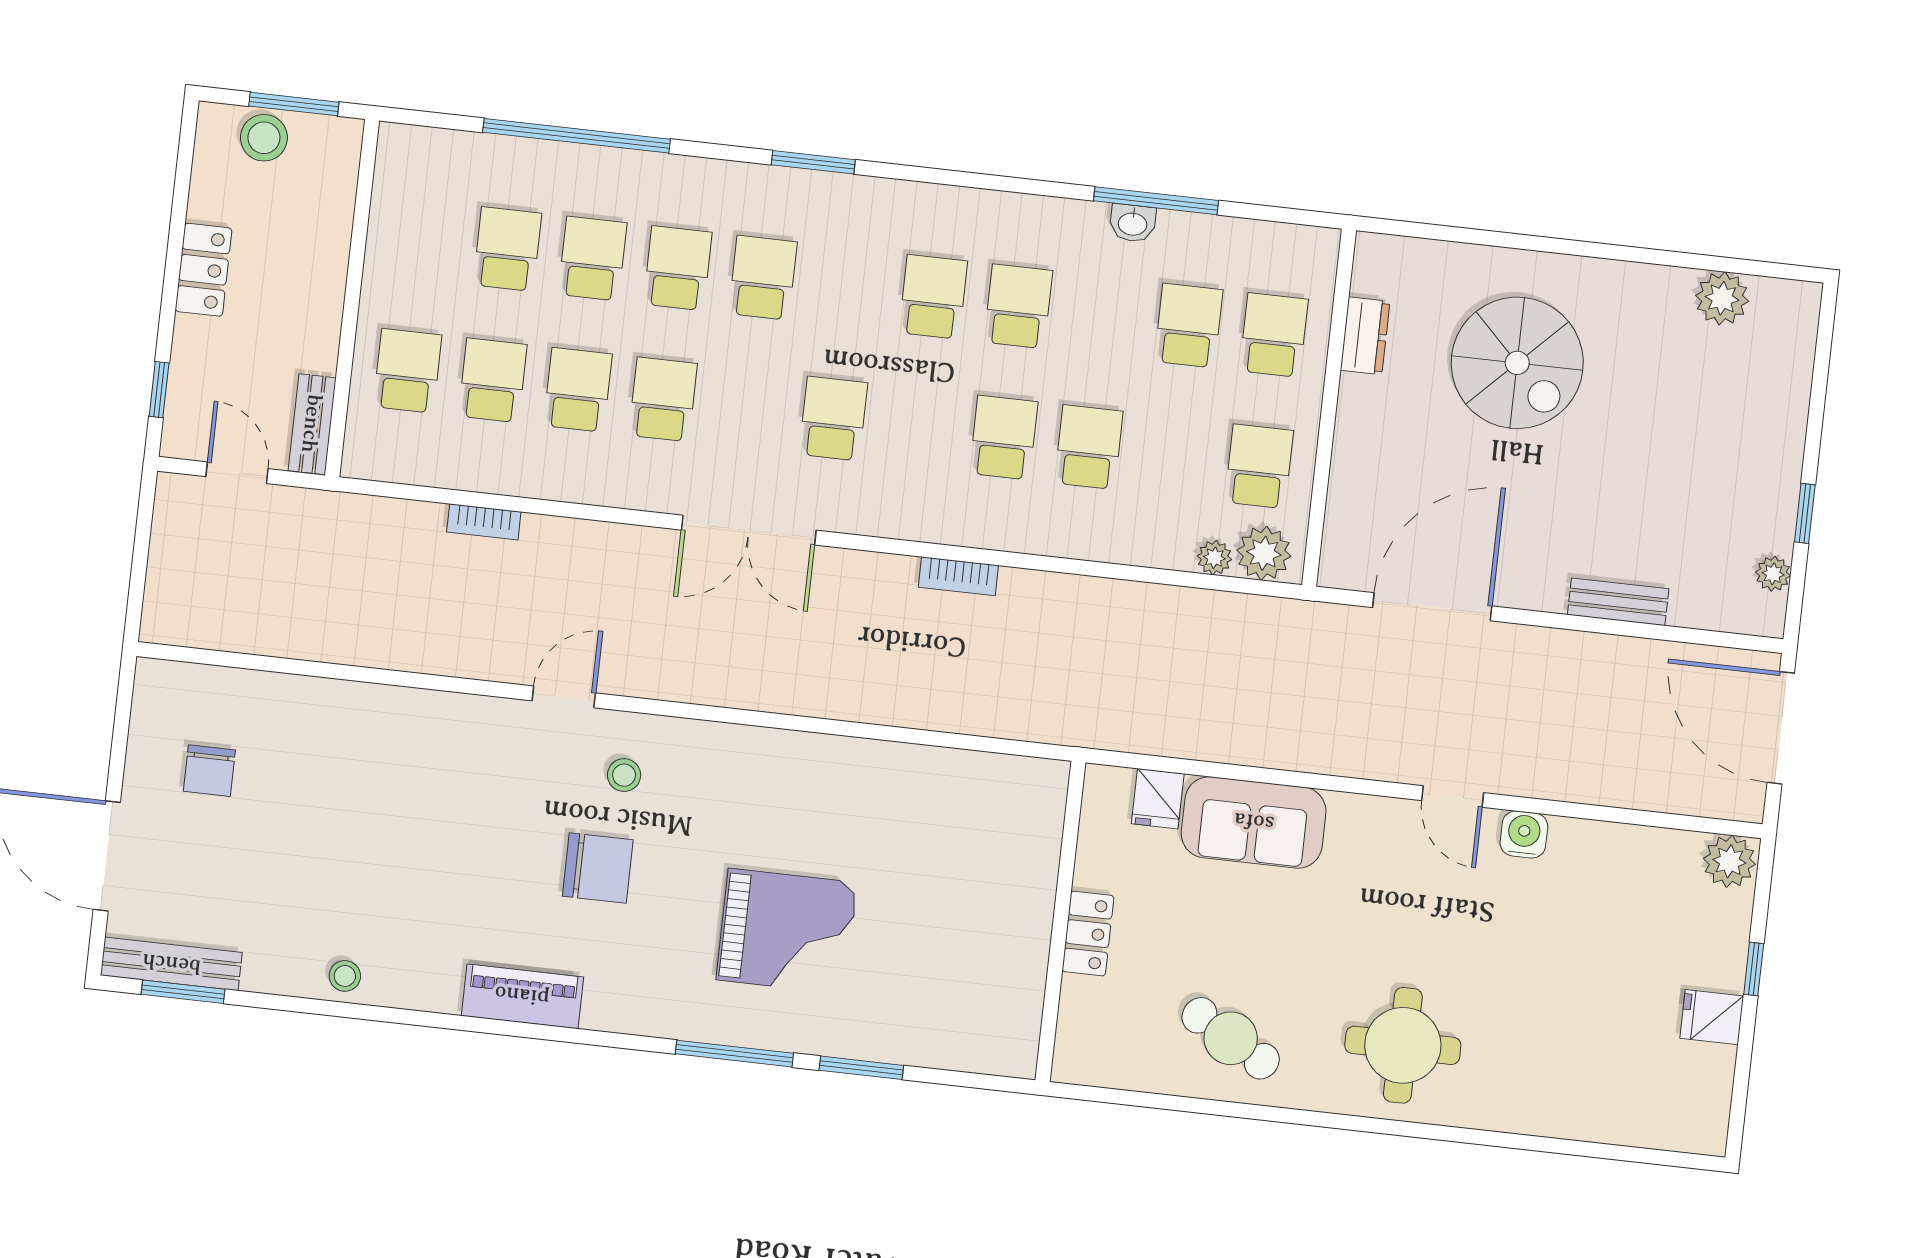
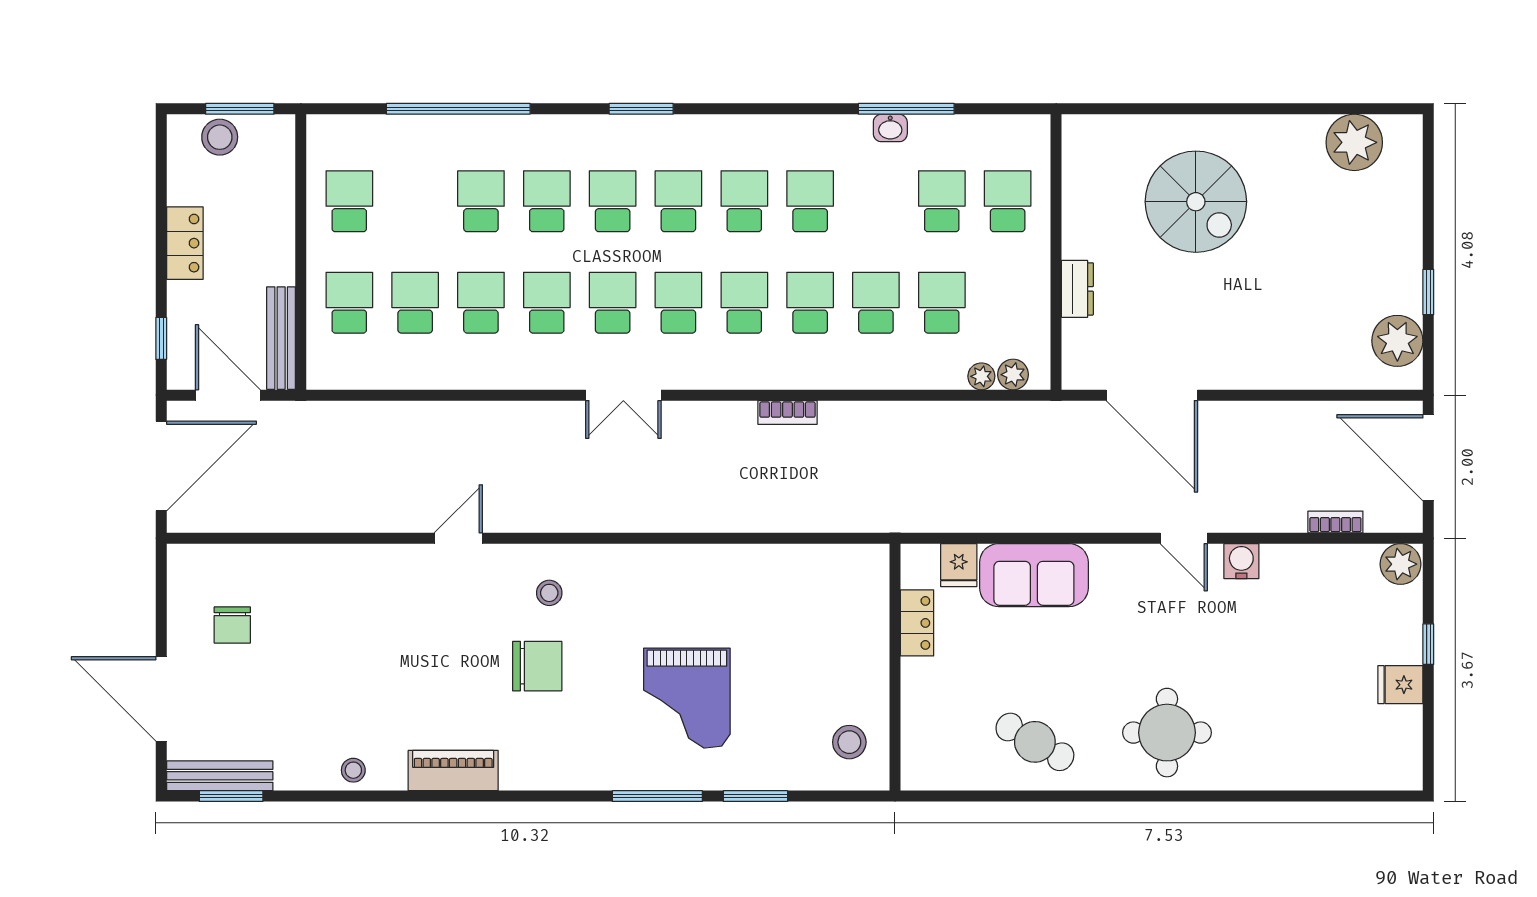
school desk: (507, 249) -> (349, 201), moved
school desk: (848, 287) -> (678, 201), added
plant: (1722, 298) -> (1354, 142), width x1.36, depth x1.36
dresser: (1365, 336) -> (1077, 289), moved
school desk: (748, 409) -> (613, 303), added
bench: (312, 424) -> (281, 338), width x1.36
school desk: (918, 428) -> (744, 303), added
school desk: (1259, 466) -> (942, 303), moved
door: (237, 473) -> (228, 395), width x1.38
bookcase: (484, 522) -> (1335, 522), moved, turned 180
double door: (749, 530) -> (623, 395), width x0.73
plant: (1264, 553) -> (1013, 375), width x0.73, depth x0.73
door: (141, 555) -> (161, 466), added
plant: (1773, 574) -> (1397, 341), width x1.88, depth x1.88
bench: (1618, 602) -> (1293, 375), removed
door: (1432, 607) -> (1152, 395), swing flipped
door: (564, 697) -> (458, 538), moved
grand piano: (787, 931) -> (687, 698), turned 90
locker: (1088, 934) -> (917, 623), moved
piano: (522, 996) -> (453, 771), moved
stool: (991, 1012) -> (849, 742), added

